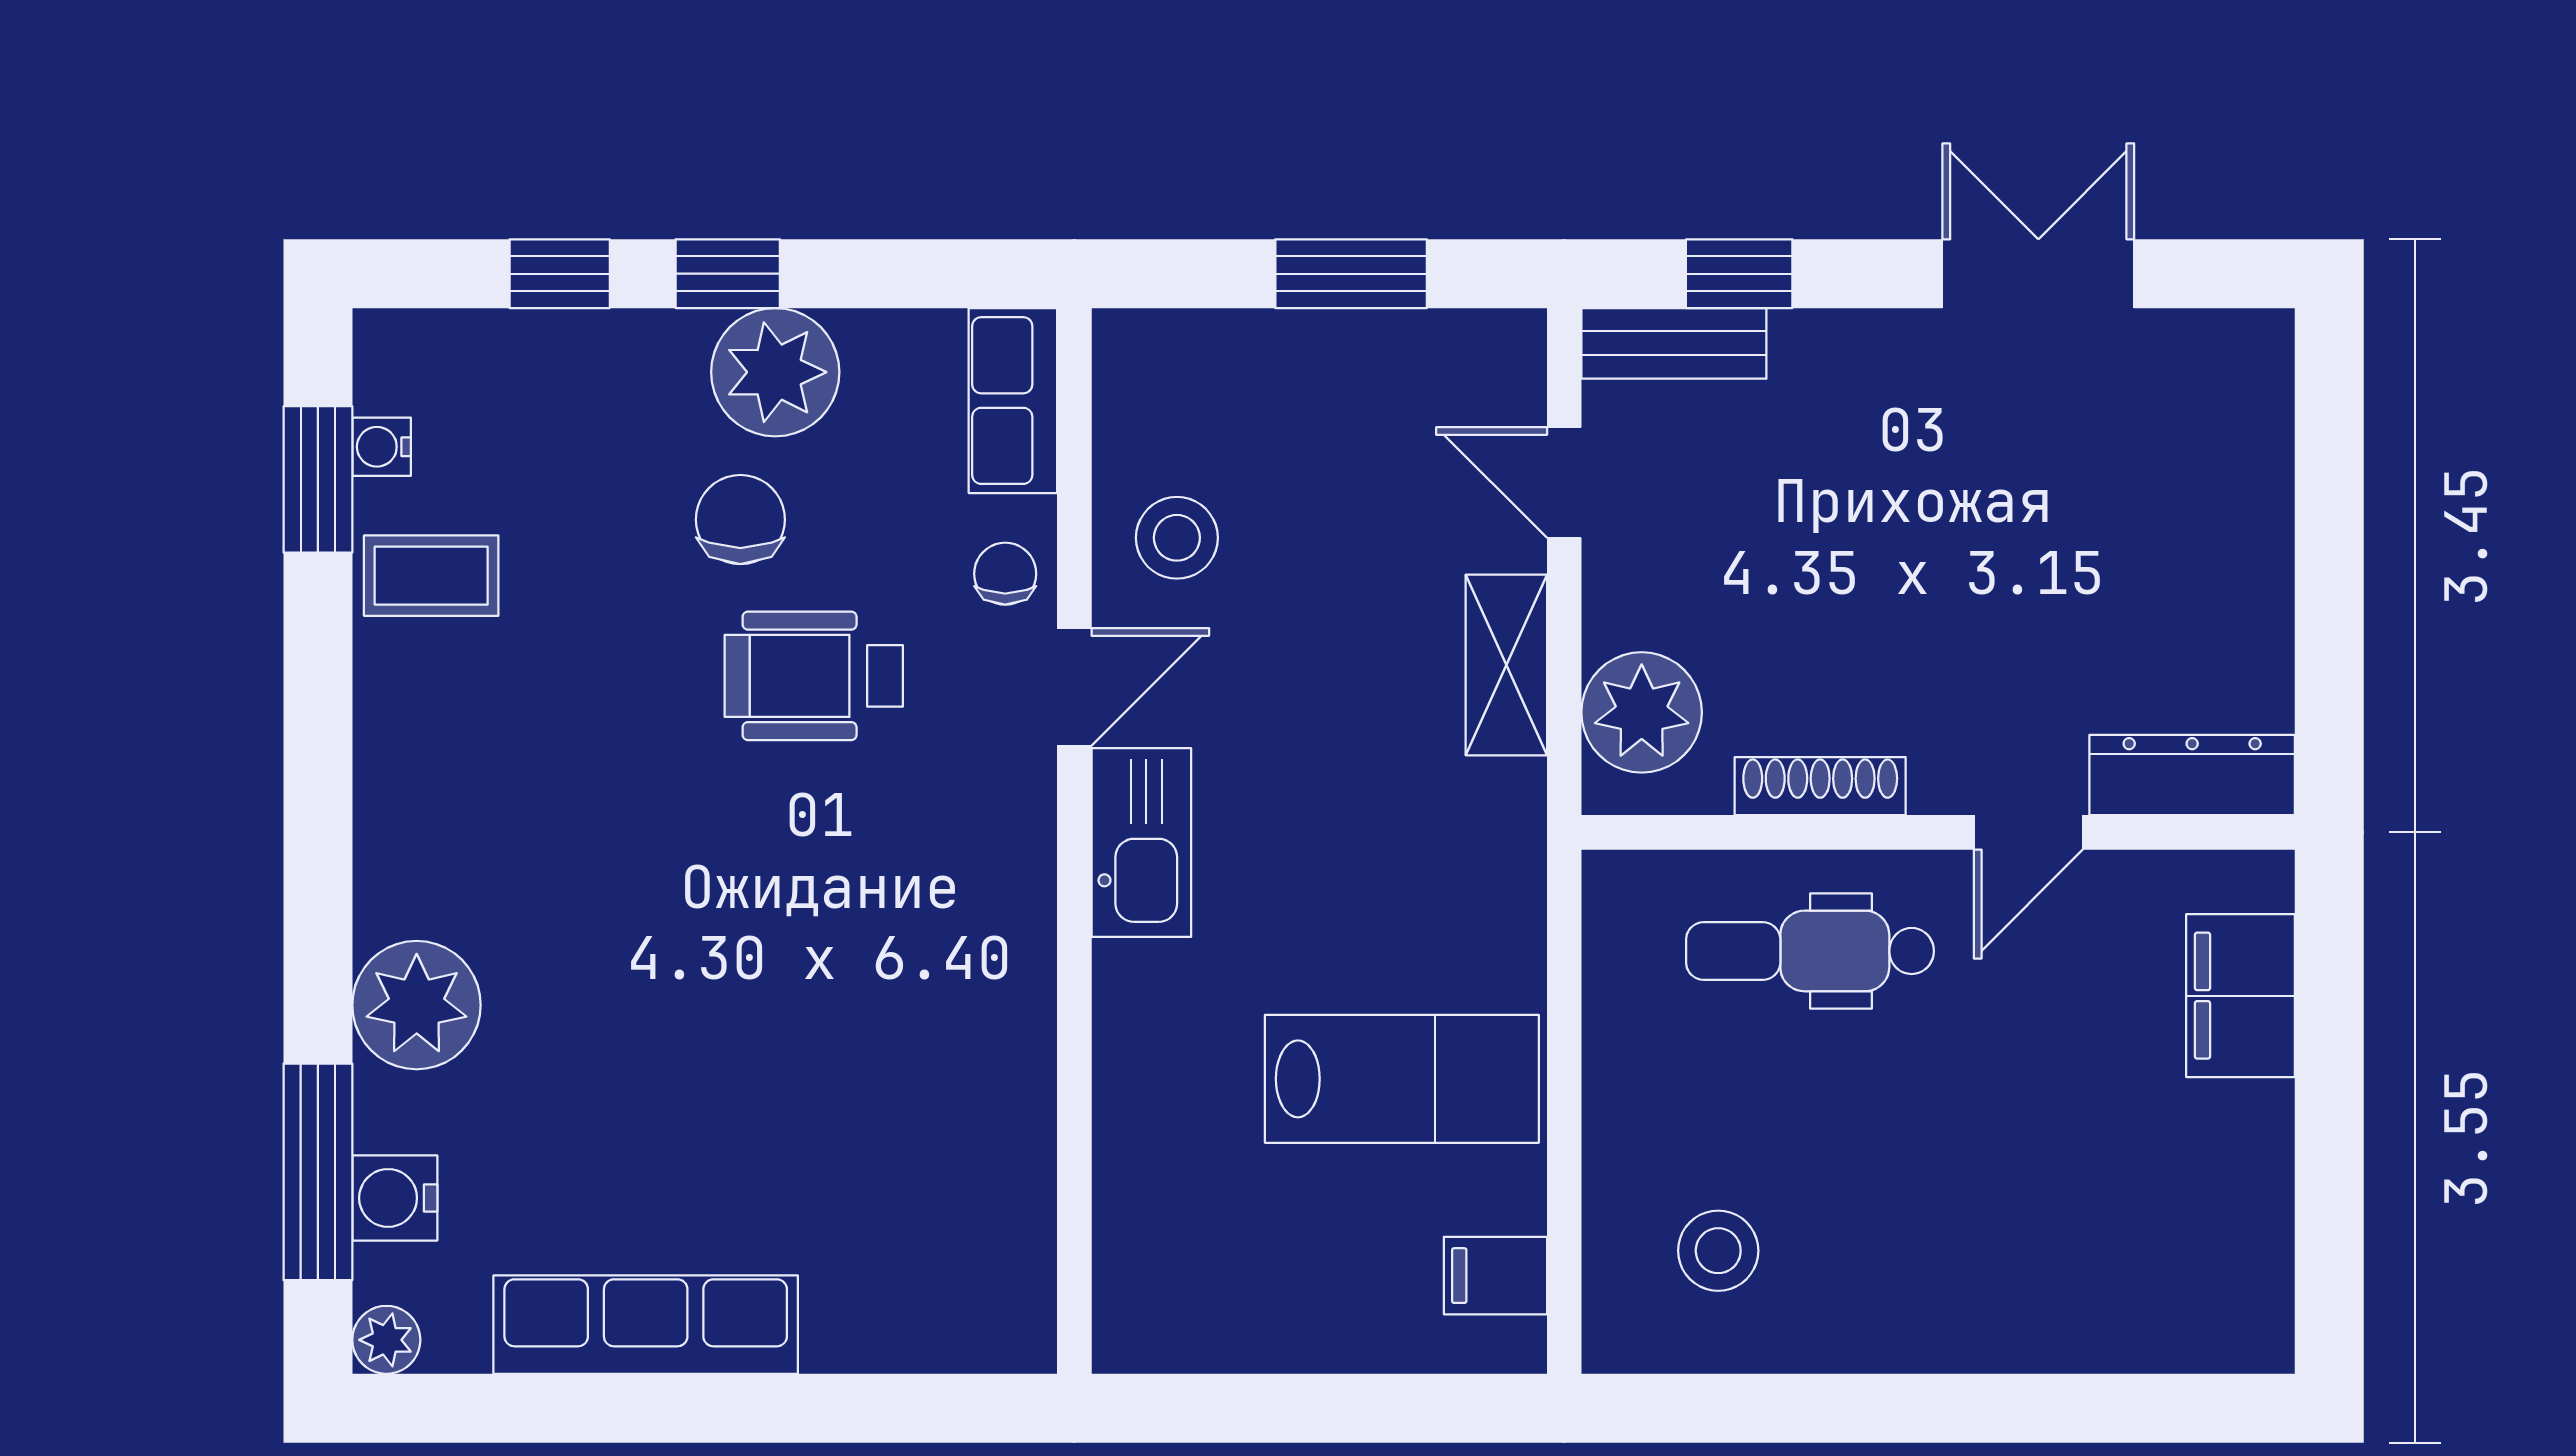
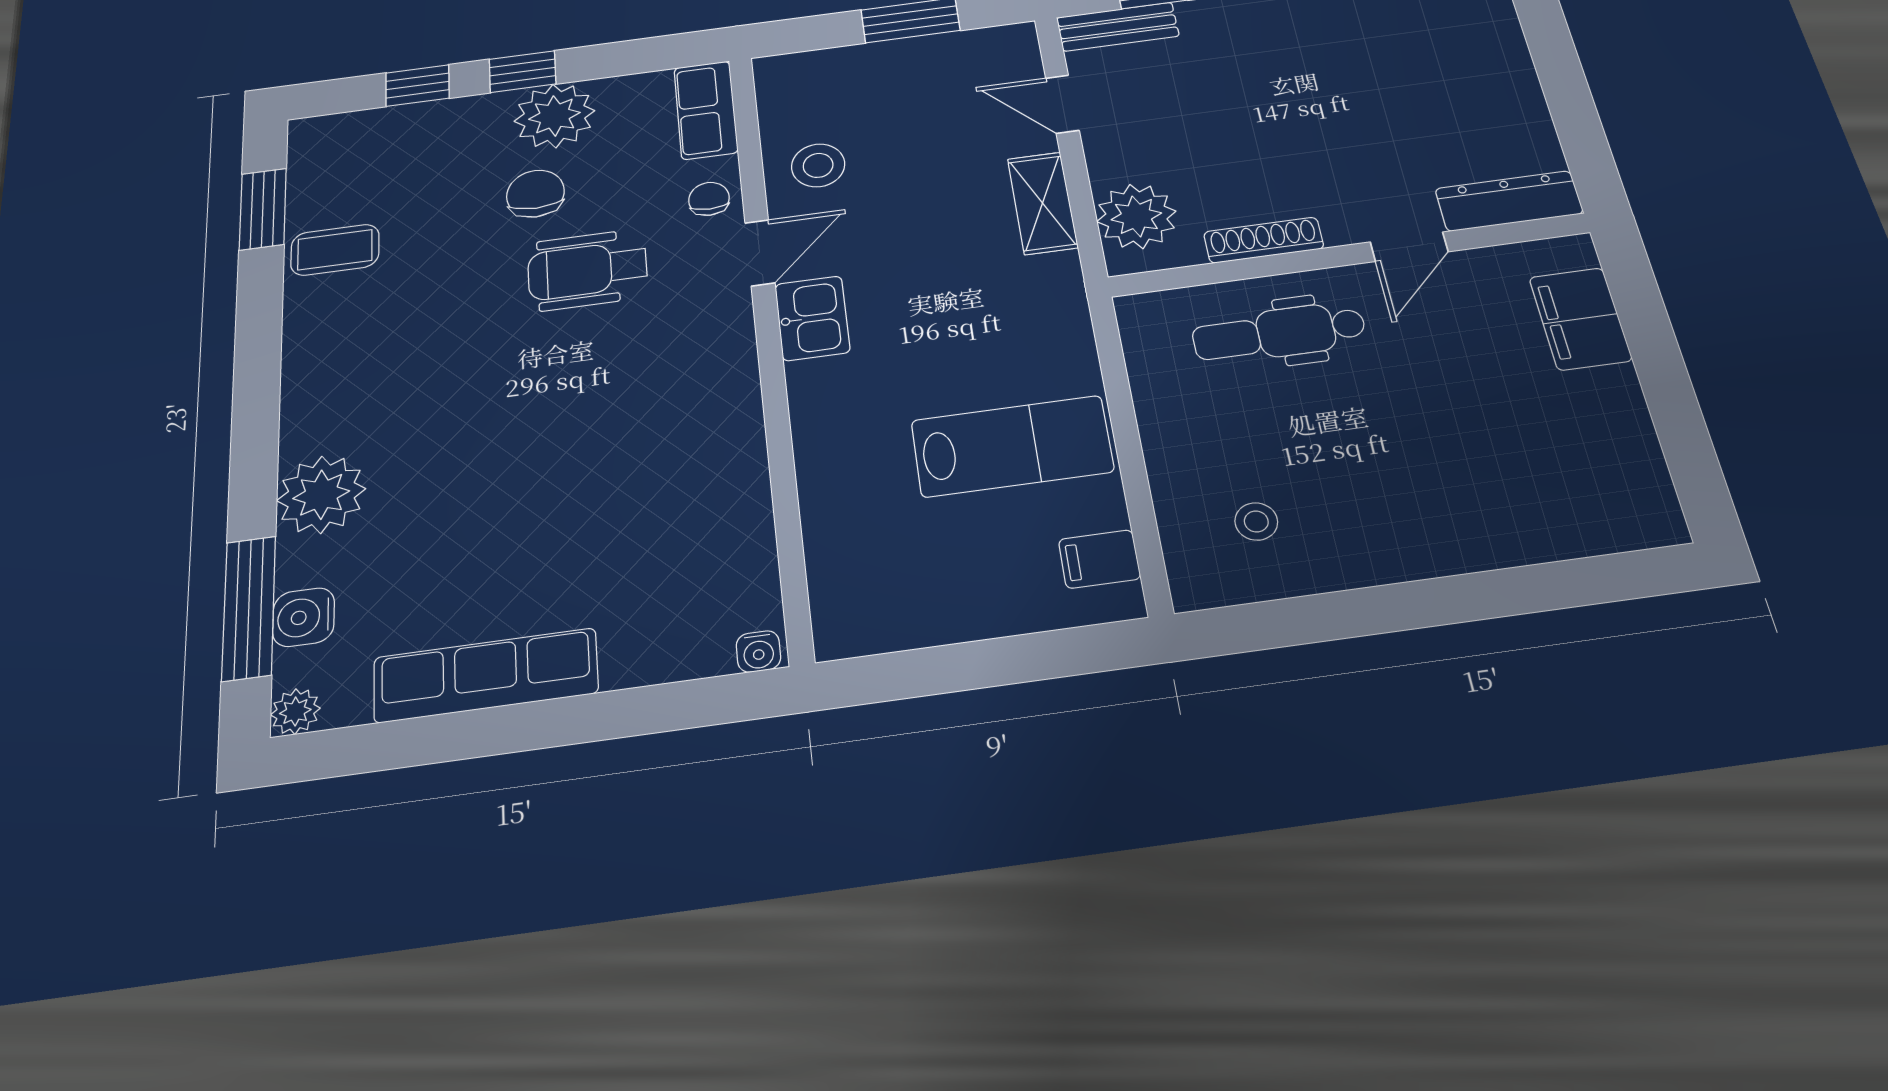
water cooler: (382, 447) -> (758, 651), moved, turned -90
kitchen sink: (1141, 843) -> (812, 318), width x0.73
stool: (1718, 1251) -> (1256, 522), width x0.73, depth x0.73

